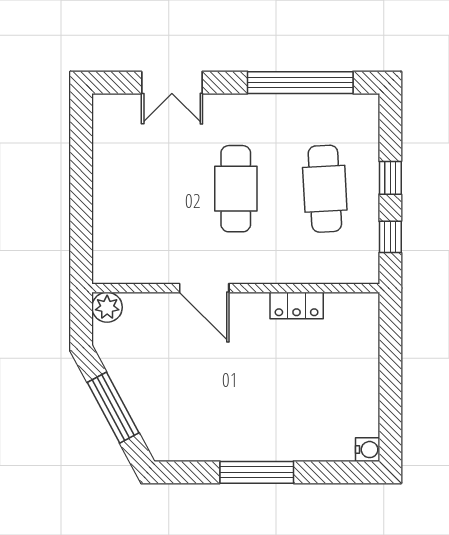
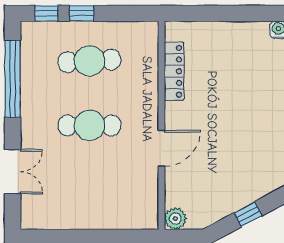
window: (390, 237) -> (47, 13), moved
locker: (297, 306) -> (174, 71), width x1.53
window: (113, 408) -> (248, 214), width x0.46

